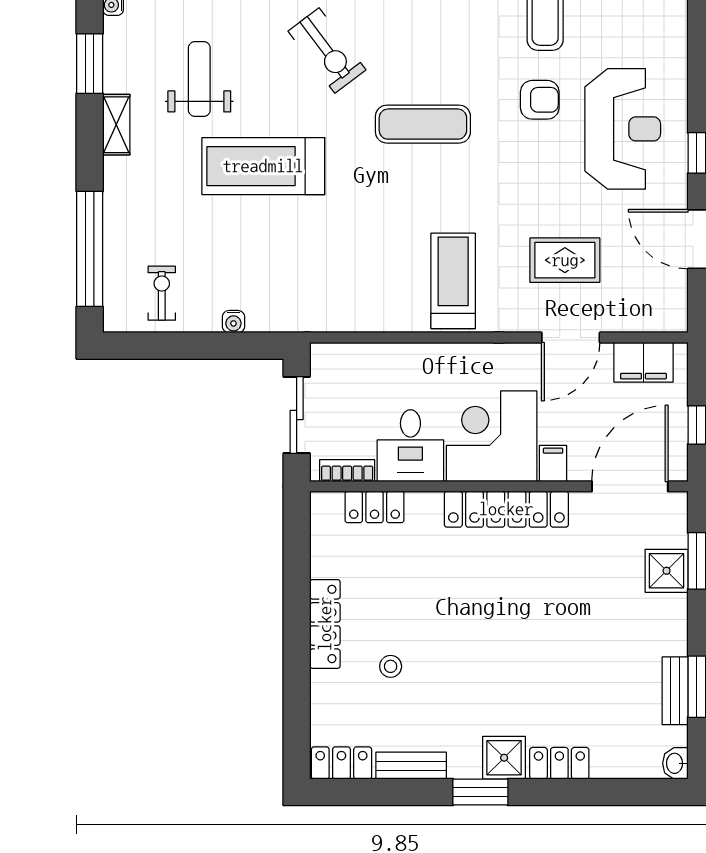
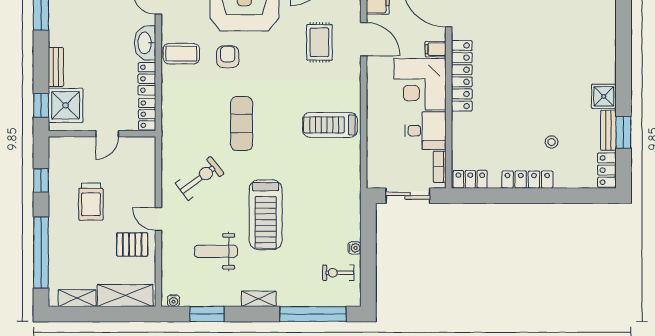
shelving: (116, 125) -> (259, 299), moved
treadmill: (453, 281) -> (330, 125), moved
water cooler: (233, 322) -> (355, 248), moved
locker: (375, 507) -> (470, 179), moved, turned -90
shower: (504, 758) -> (604, 96), moved
locker: (559, 763) -> (607, 45), removed
window: (480, 792) -> (623, 132), moved

